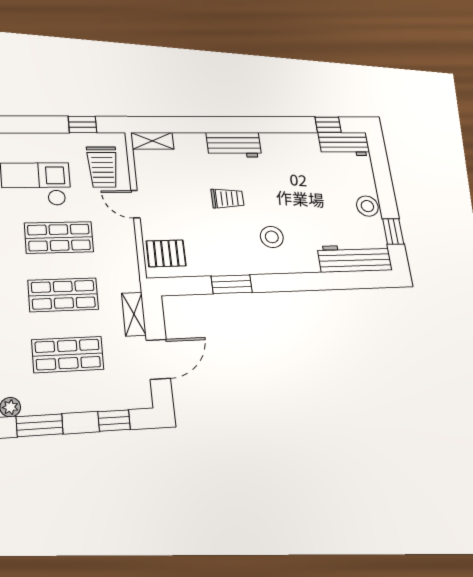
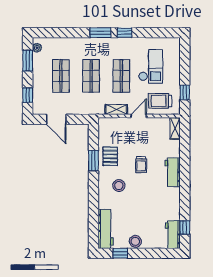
pallet: (166, 253) -> (110, 156), moved
shelving: (134, 314) -> (116, 109), moved

